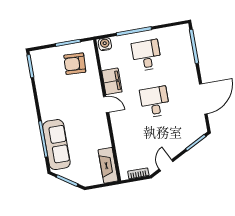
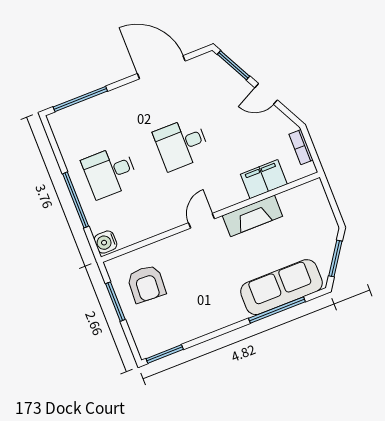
filing cabinet: (112, 81) -> (264, 179), moved
fireplace: (108, 165) -> (252, 216), moved
door: (166, 165) -> (266, 94), moved

